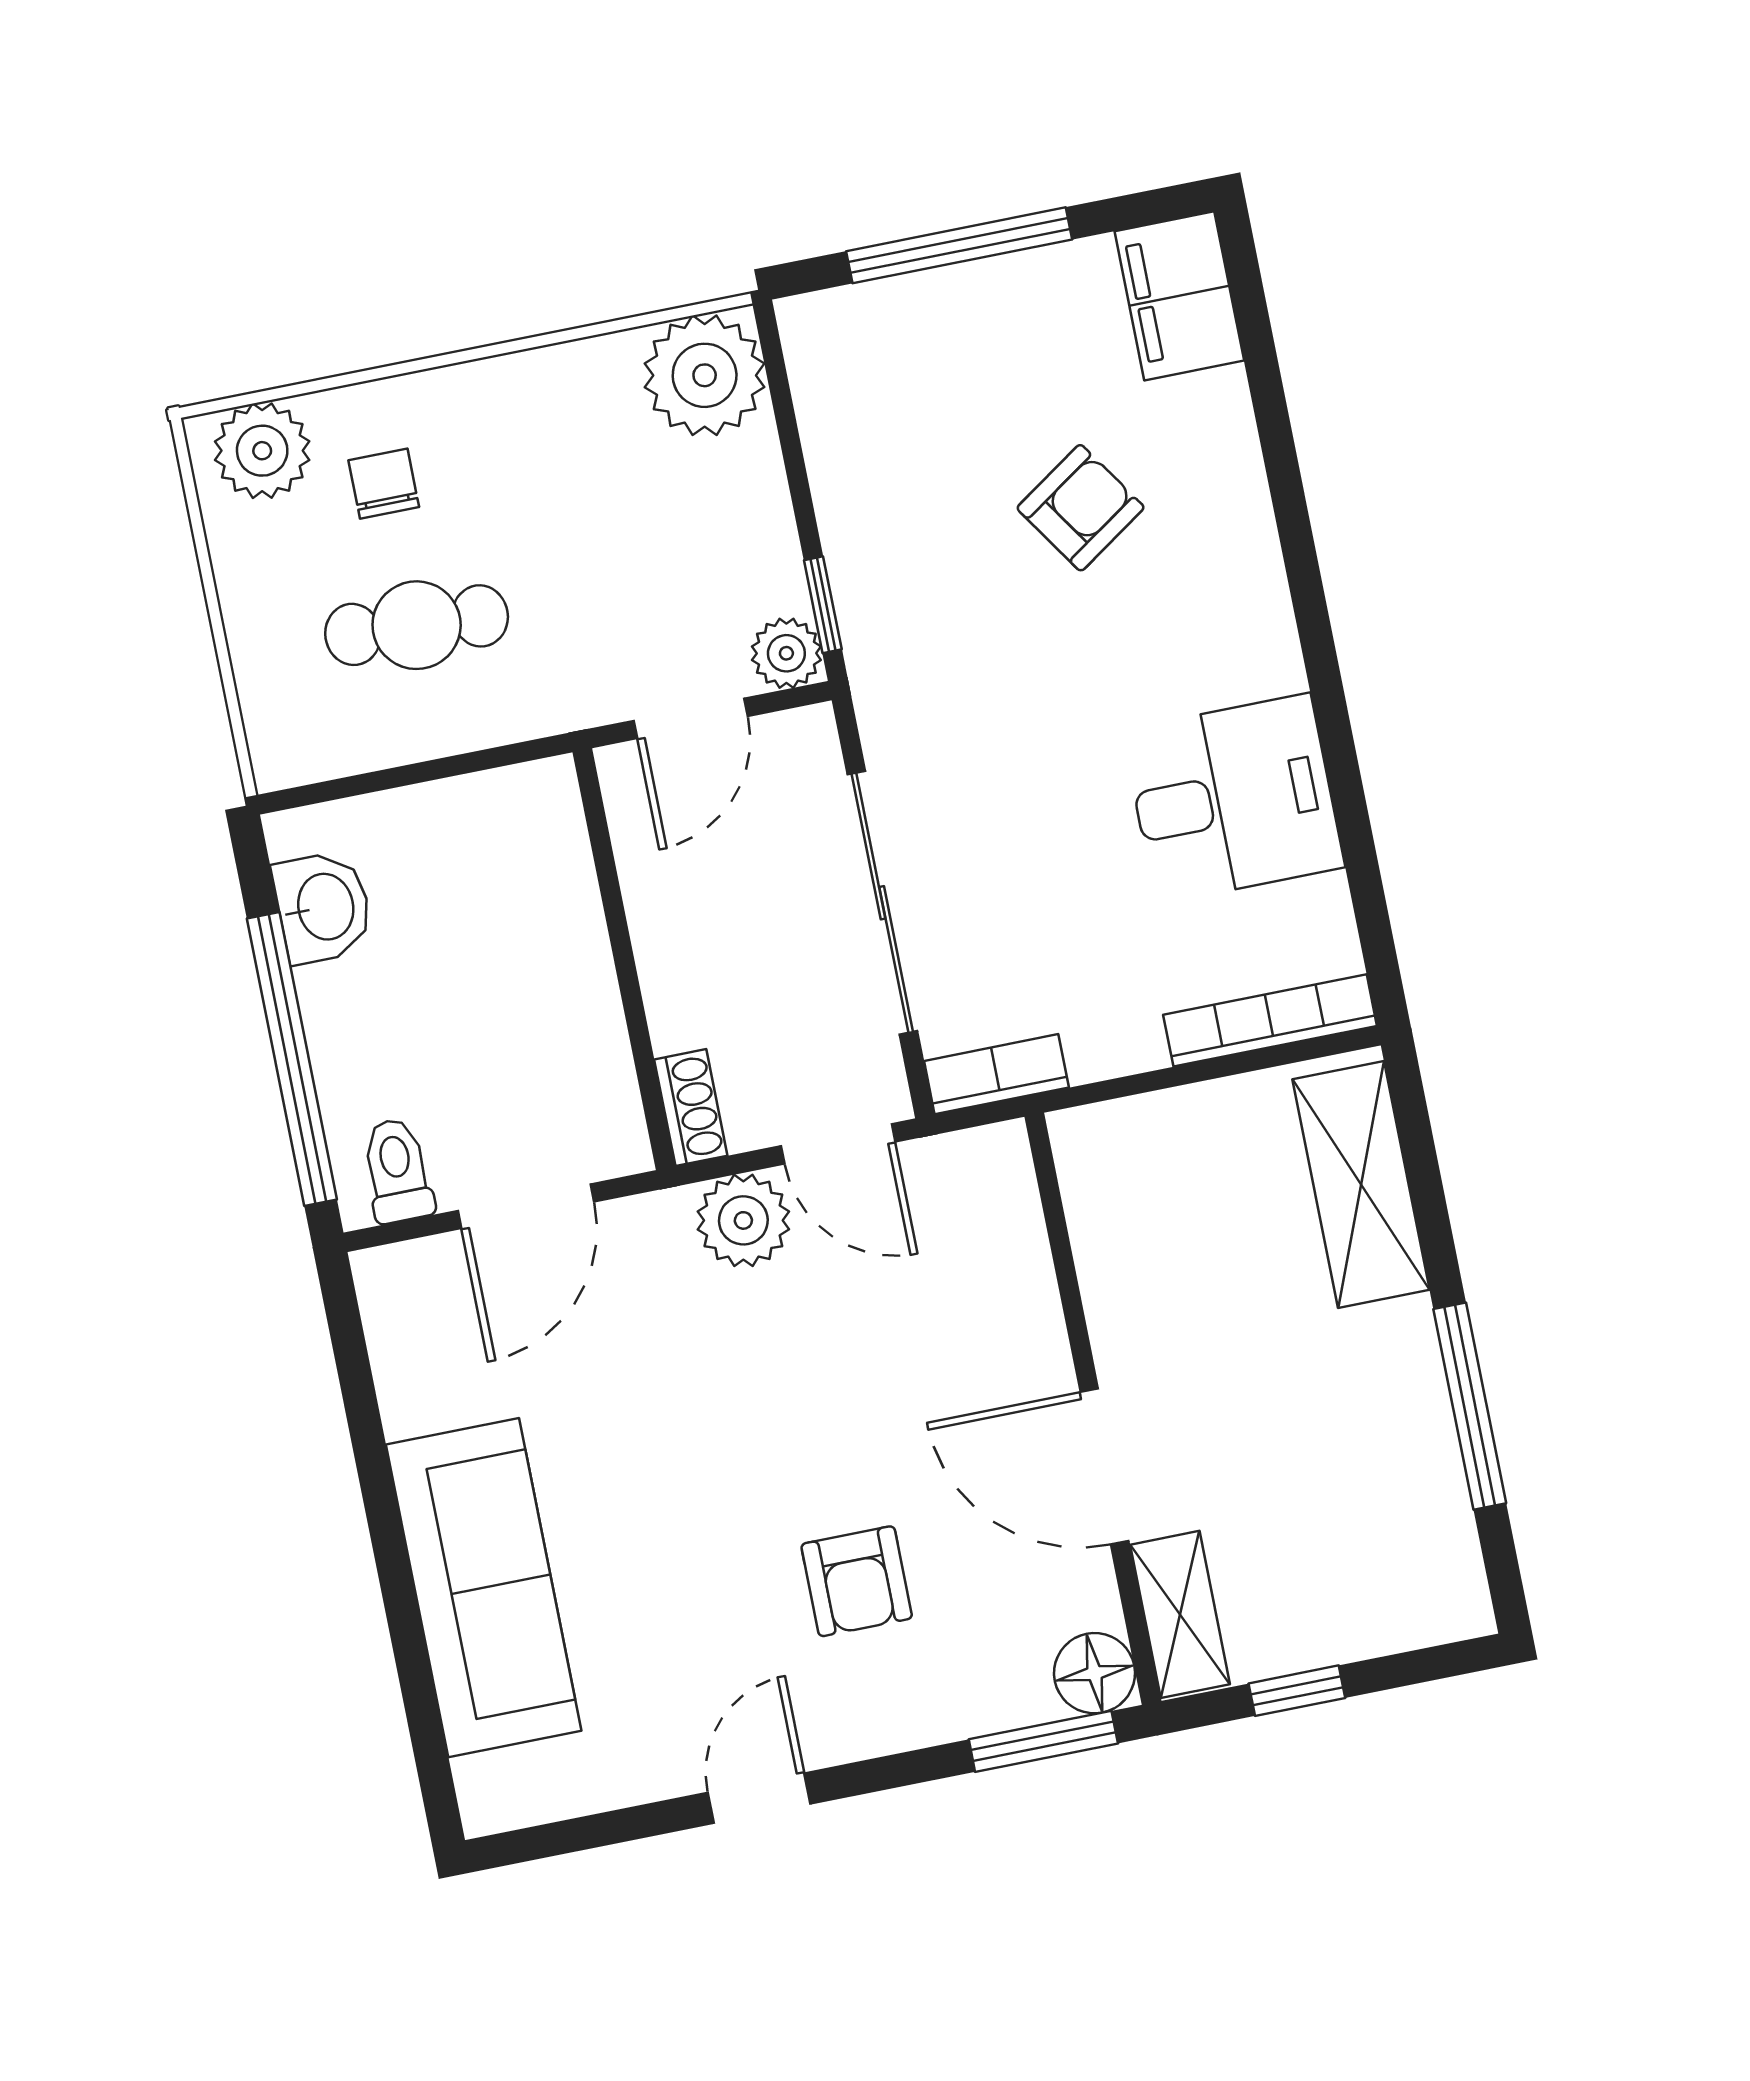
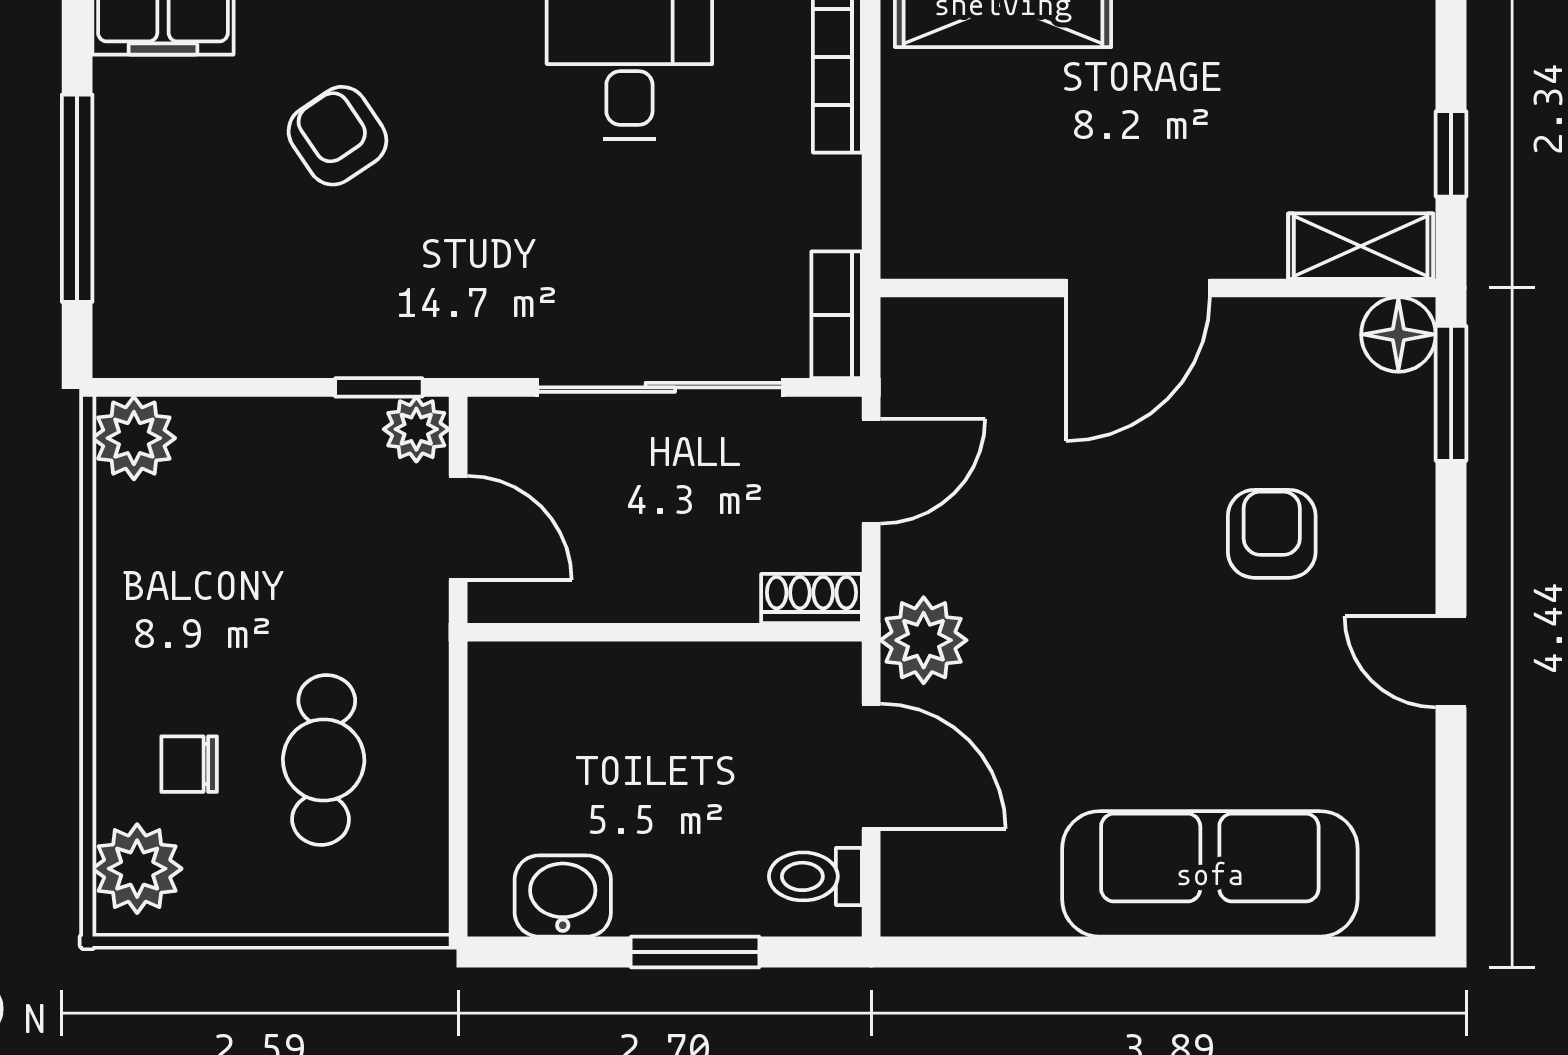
plant: (705, 375) -> (134, 438), width x0.73, depth x0.73
window: (292, 1059) -> (695, 952), width x0.47
plant: (743, 1220) -> (924, 640), moved
door: (1104, 1466) -> (1138, 288), moved
armchair: (857, 1581) -> (1272, 534), turned -90

